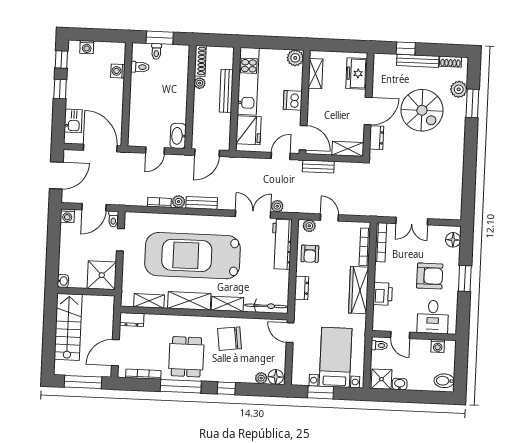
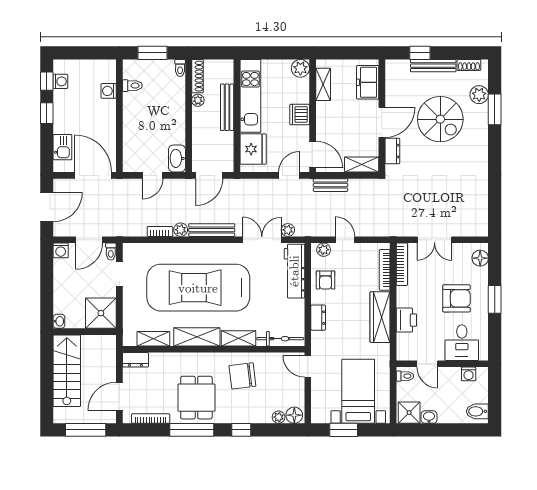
washing machine: (87, 47) -> (60, 81), moved, turned -90
toilet: (156, 51) -> (180, 68), moved
bench: (202, 203) -> (212, 230), width x1.36

